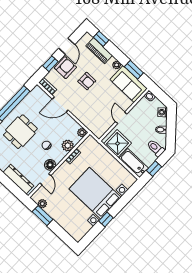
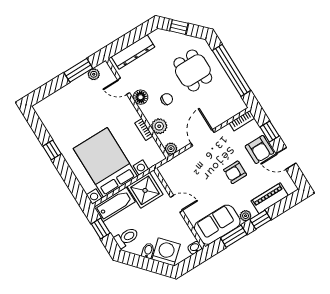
window: (101, 39) -> (260, 220), moved
door: (60, 104) -> (203, 138), moved
washing machine: (163, 112) -> (166, 252), width x1.89, depth x1.89
bed with nightstands: (95, 193) -> (105, 162), moved, turned -90

